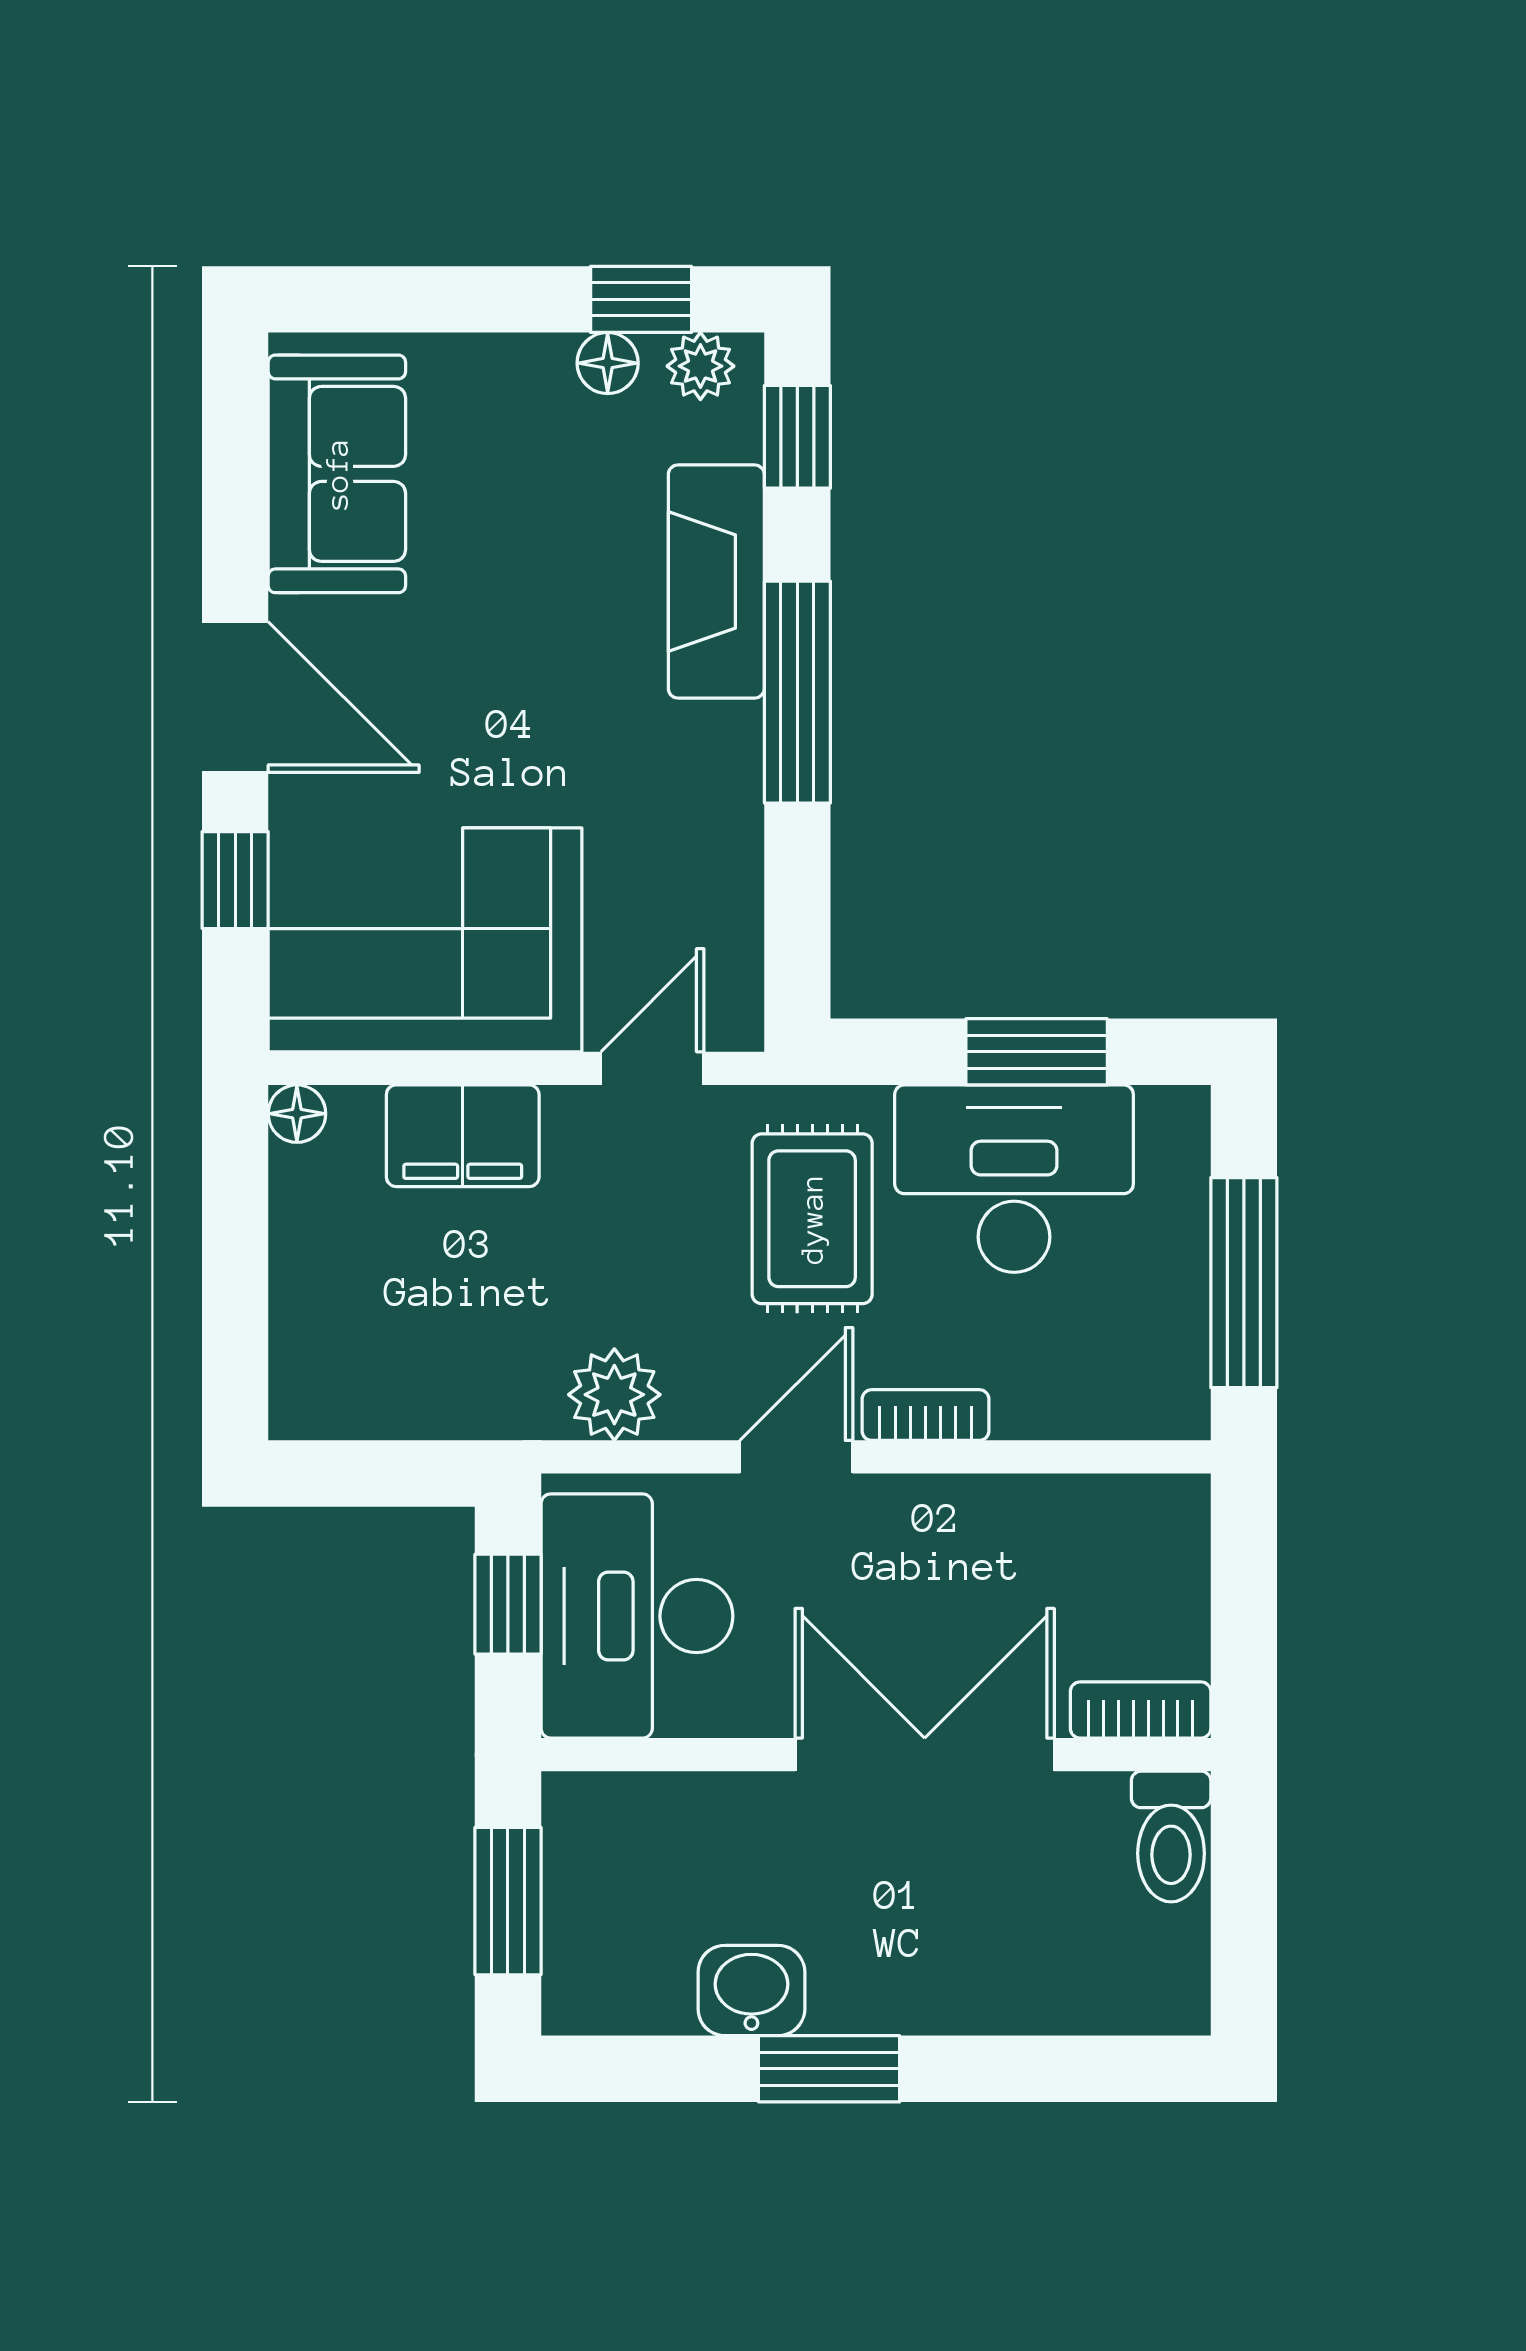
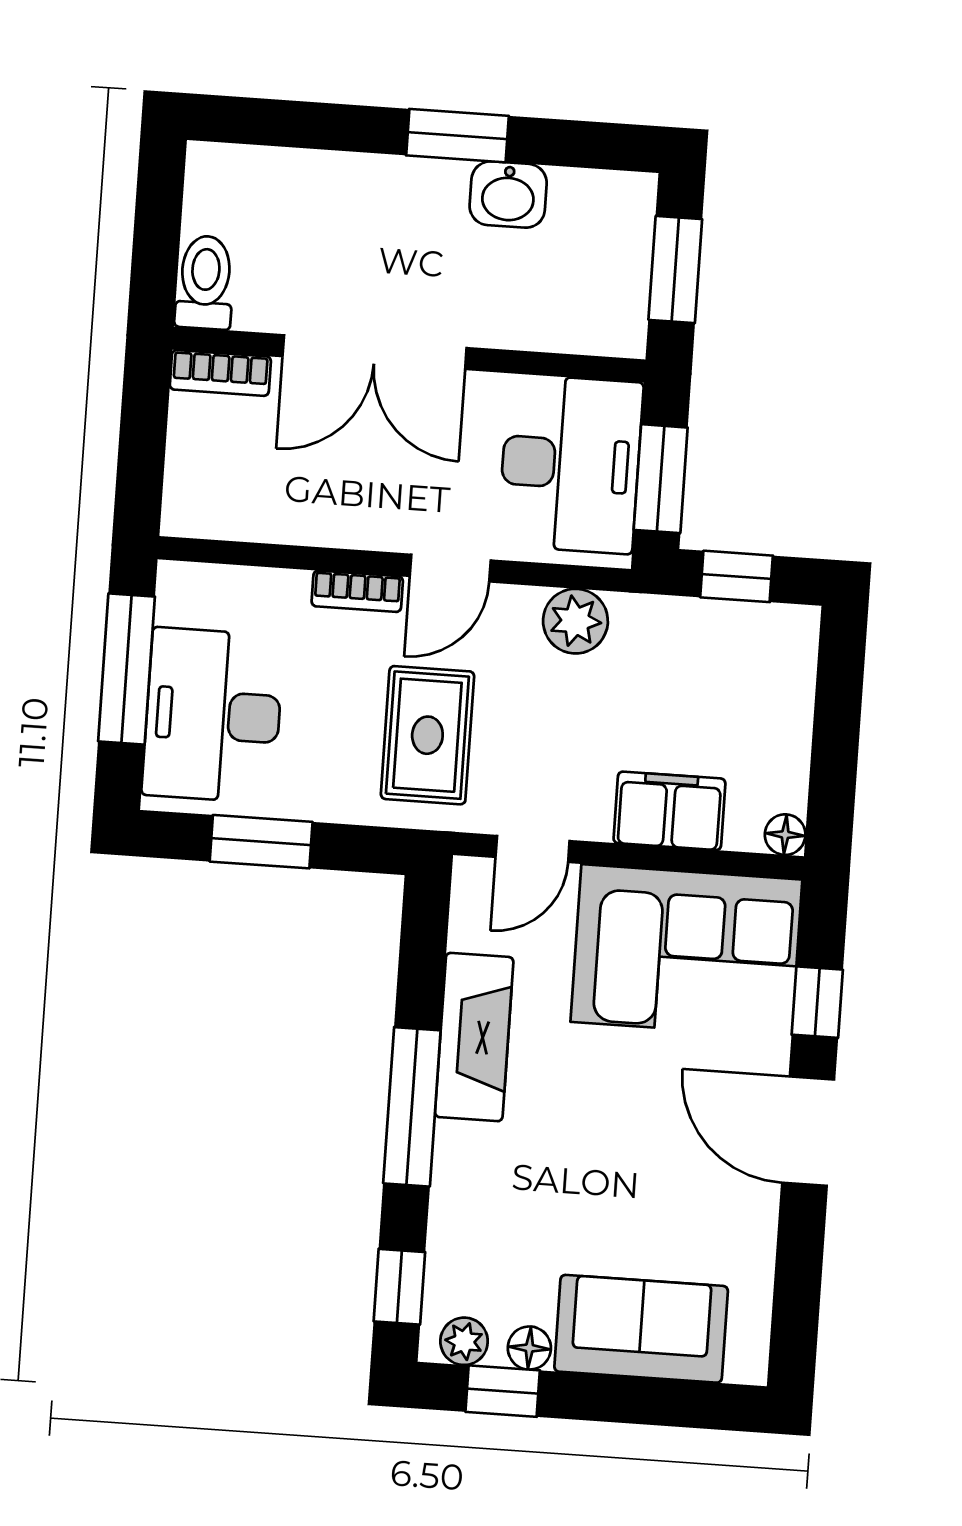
sofa: (337, 474) -> (641, 1329), moved, turned 90
fireplace: (716, 582) -> (474, 1037), moved
desk: (1014, 1179) -> (213, 715), moved, turned 90
window: (391, 1473) -> (737, 576), added
window: (508, 1604) -> (661, 479), width x1.50

